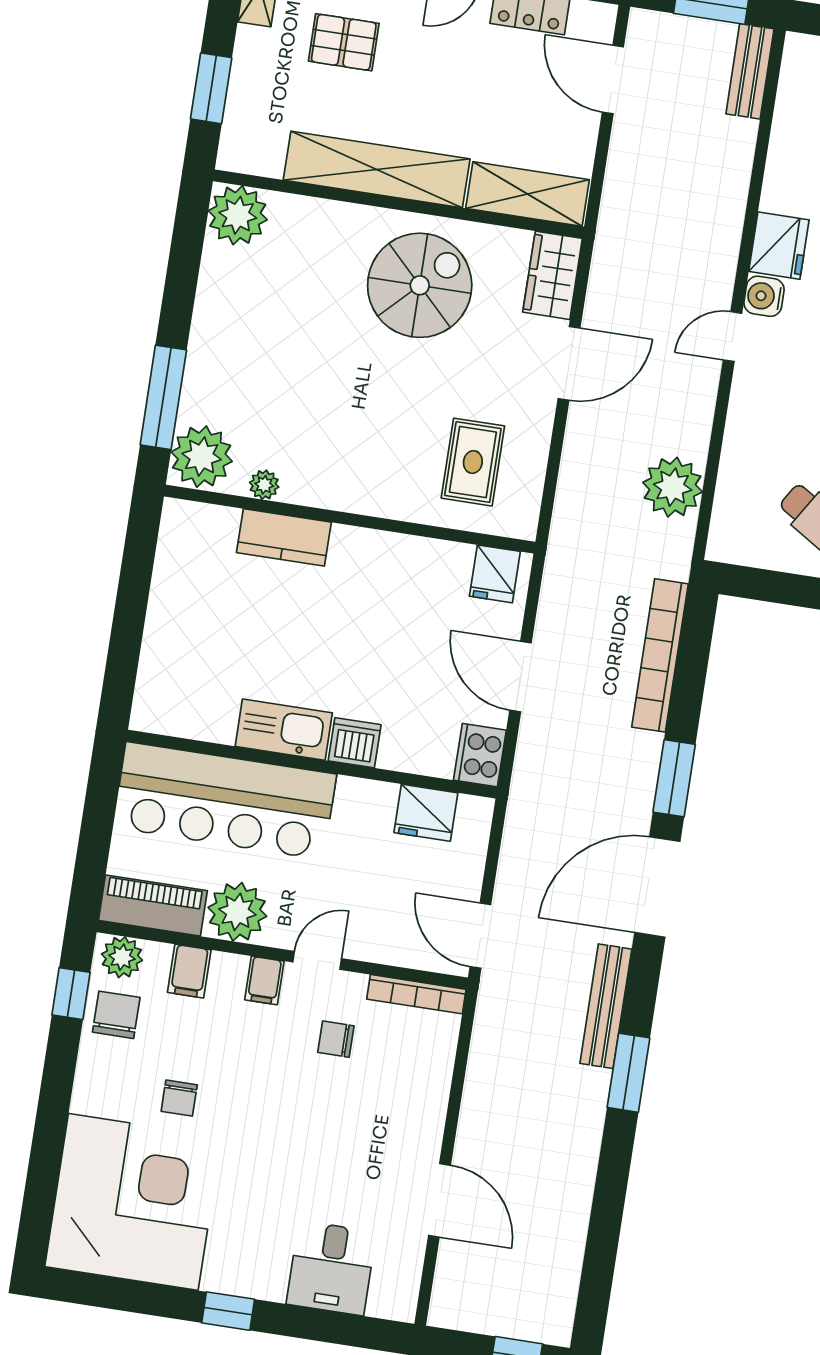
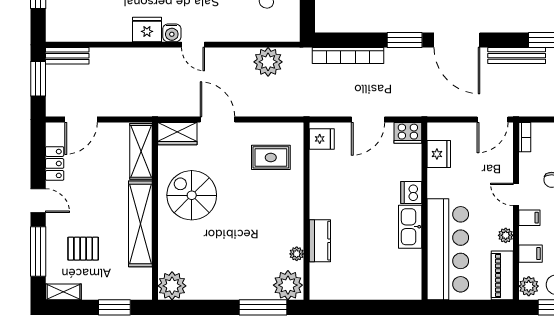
pallet: (344, 42) -> (83, 249), turned 90
plant: (237, 912) -> (506, 235), width x0.53, depth x0.53
bookcase: (416, 994) -> (525, 137), width x0.64

